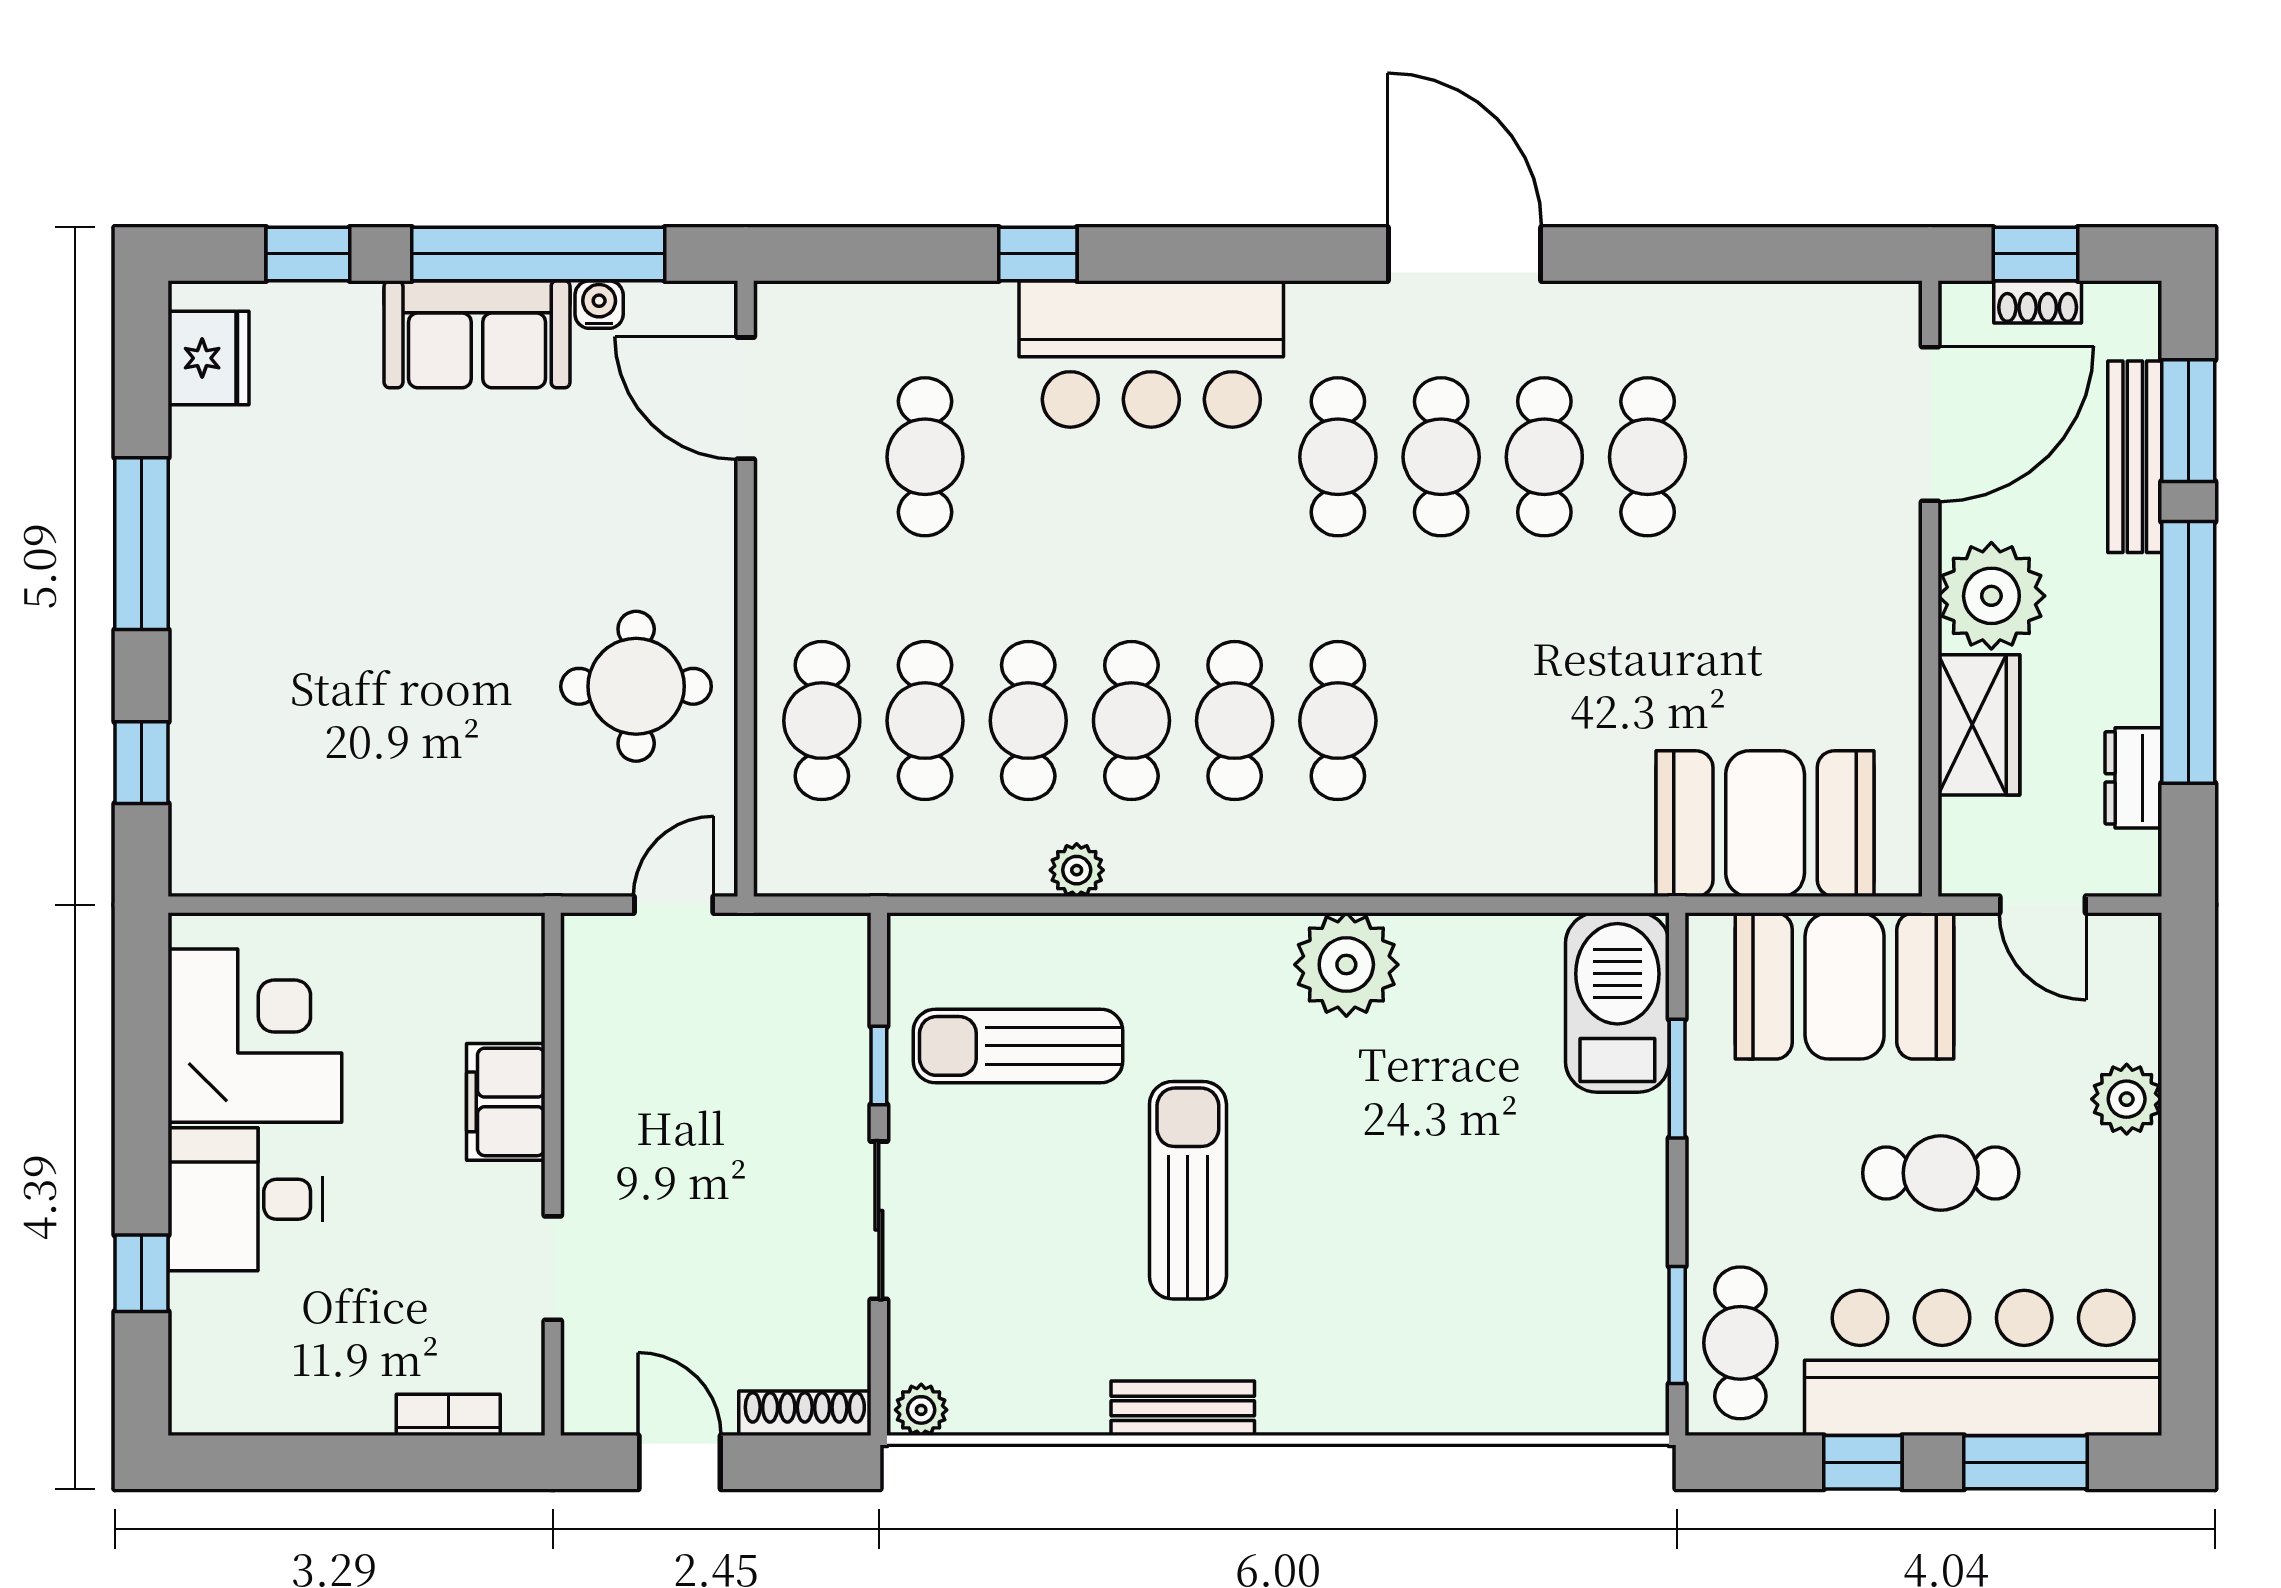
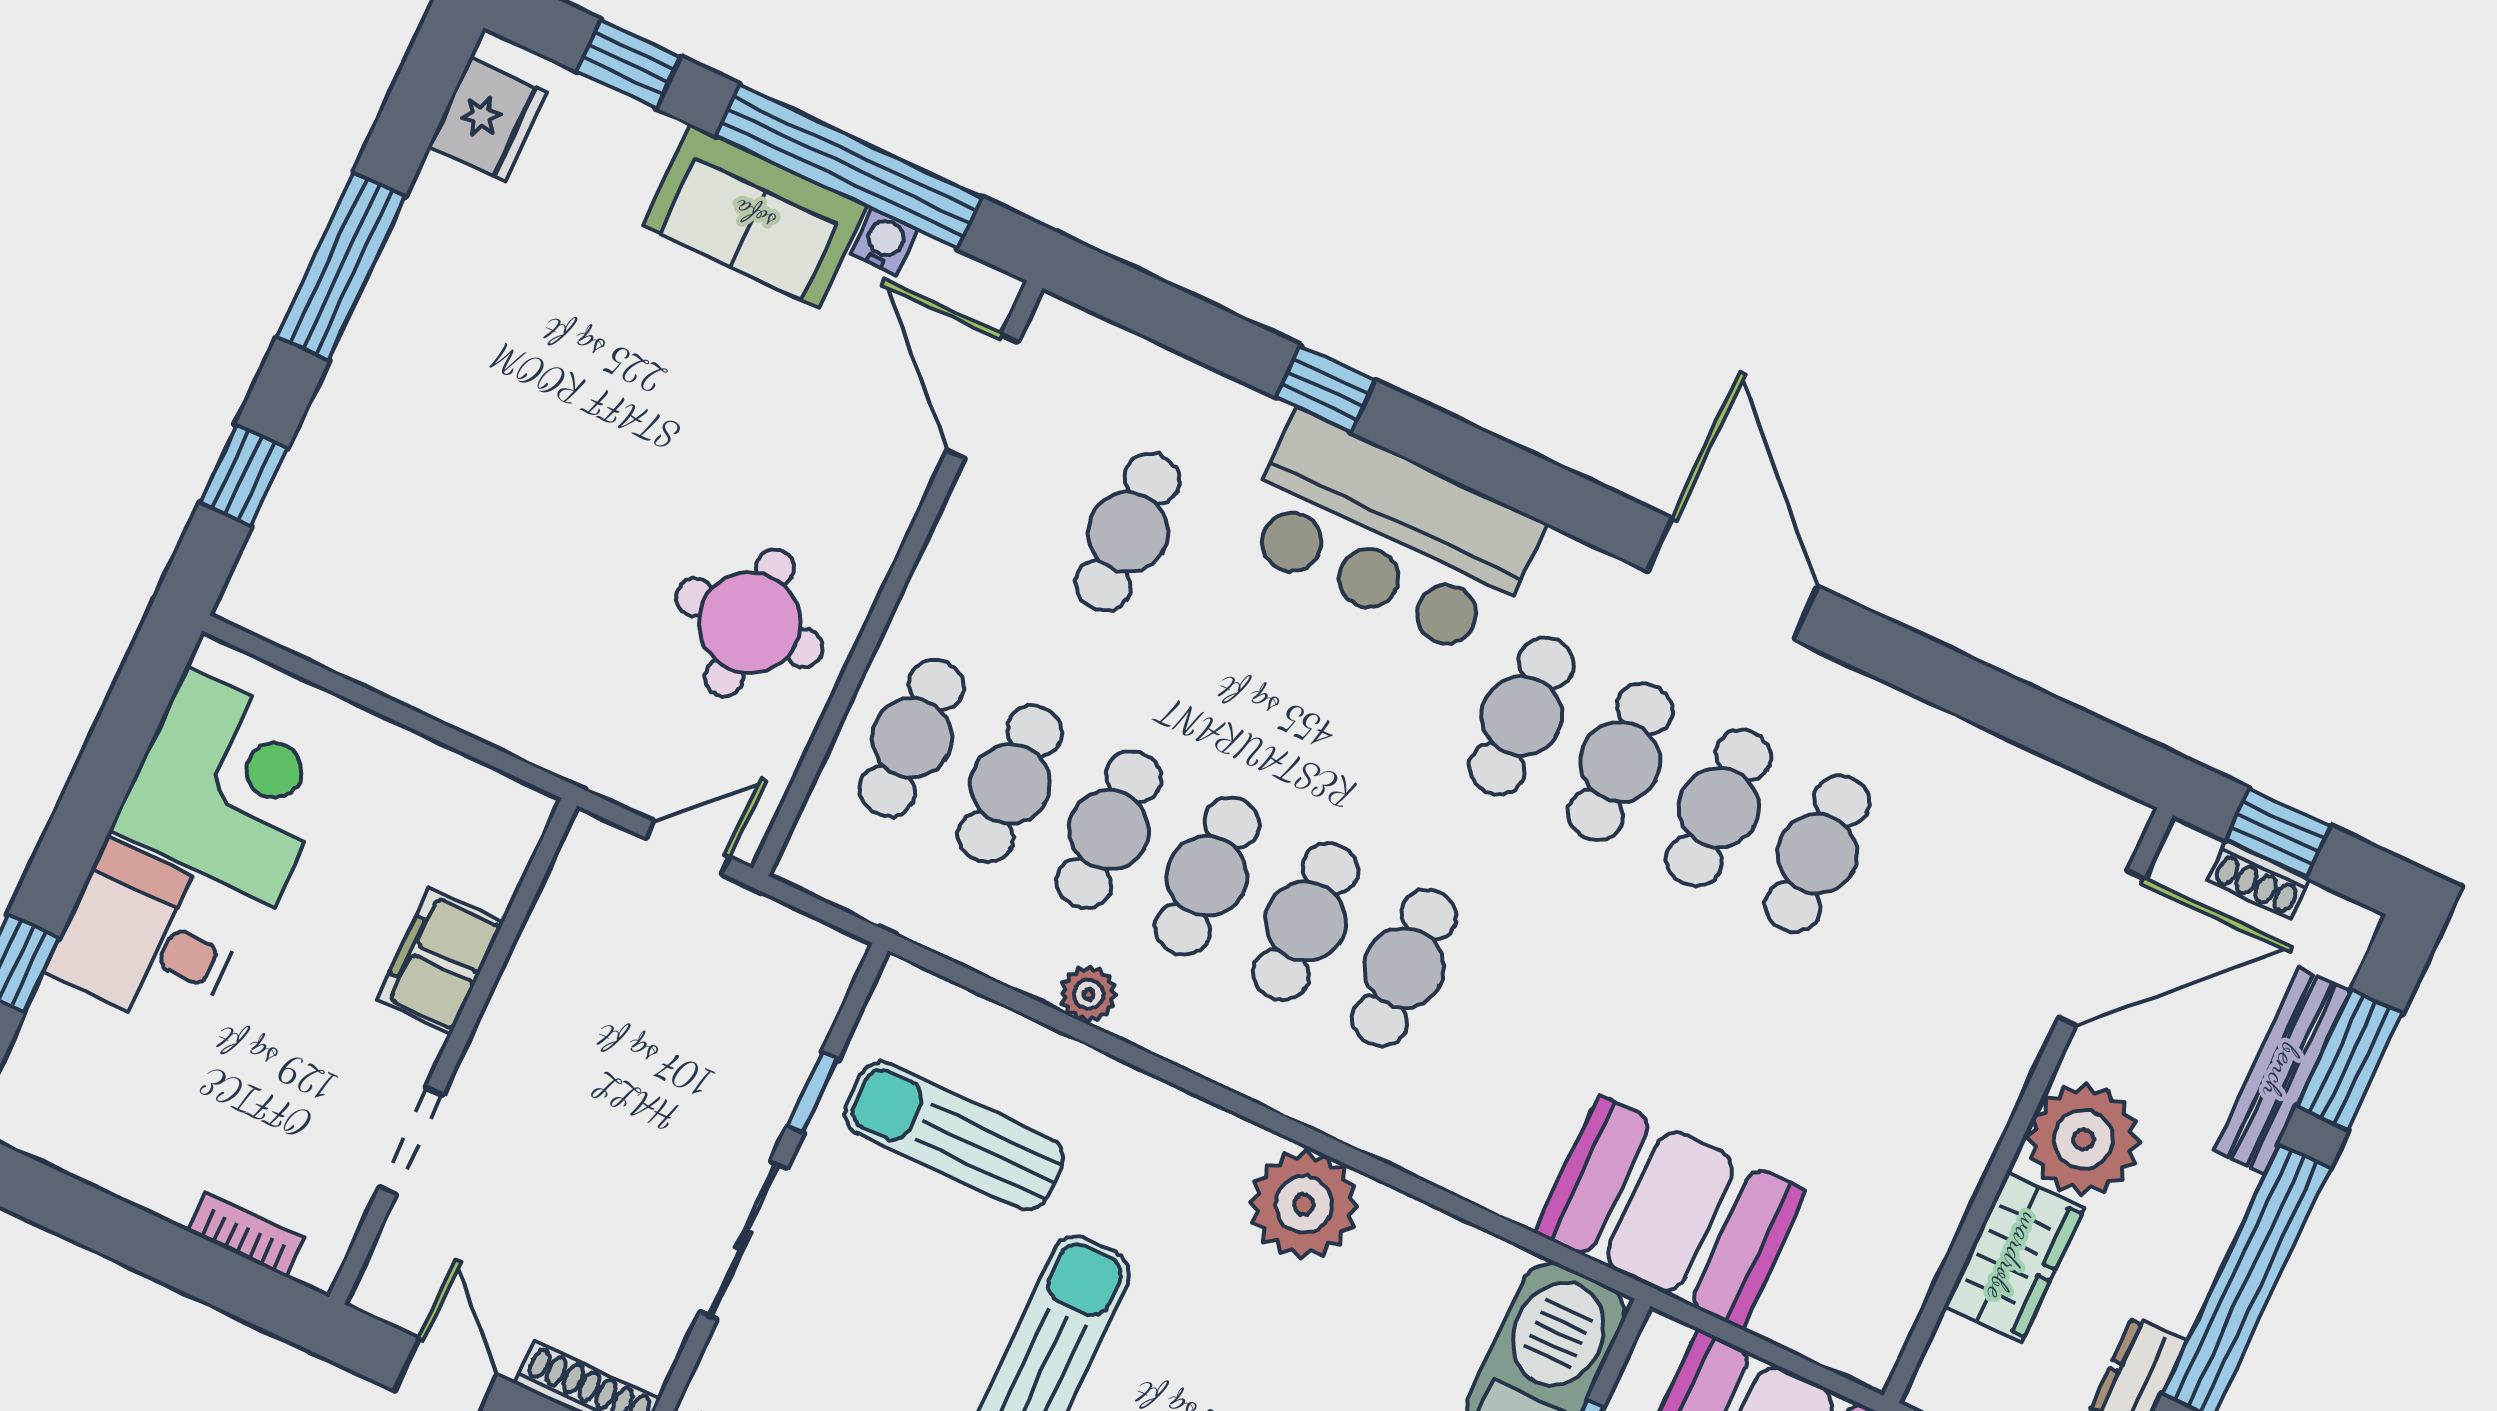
booth: (1765, 824) -> (1671, 1212), moved

